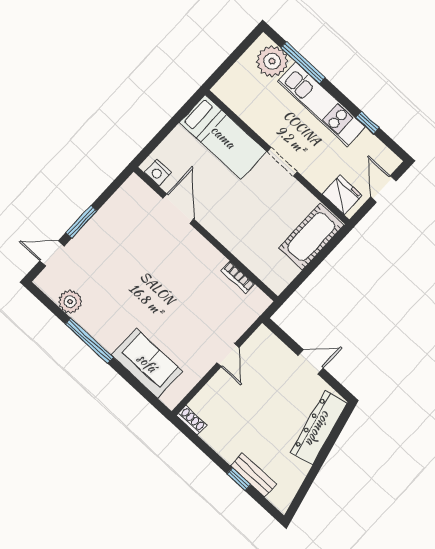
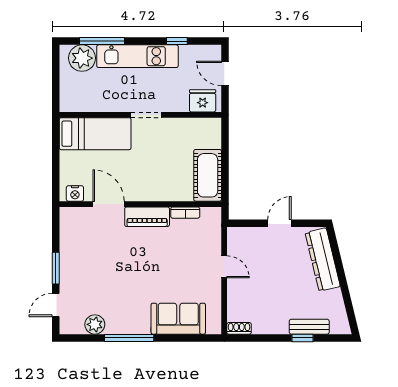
cot: (311, 237) -> (208, 175), moved
piano: (201, 250) -> (147, 217), added

